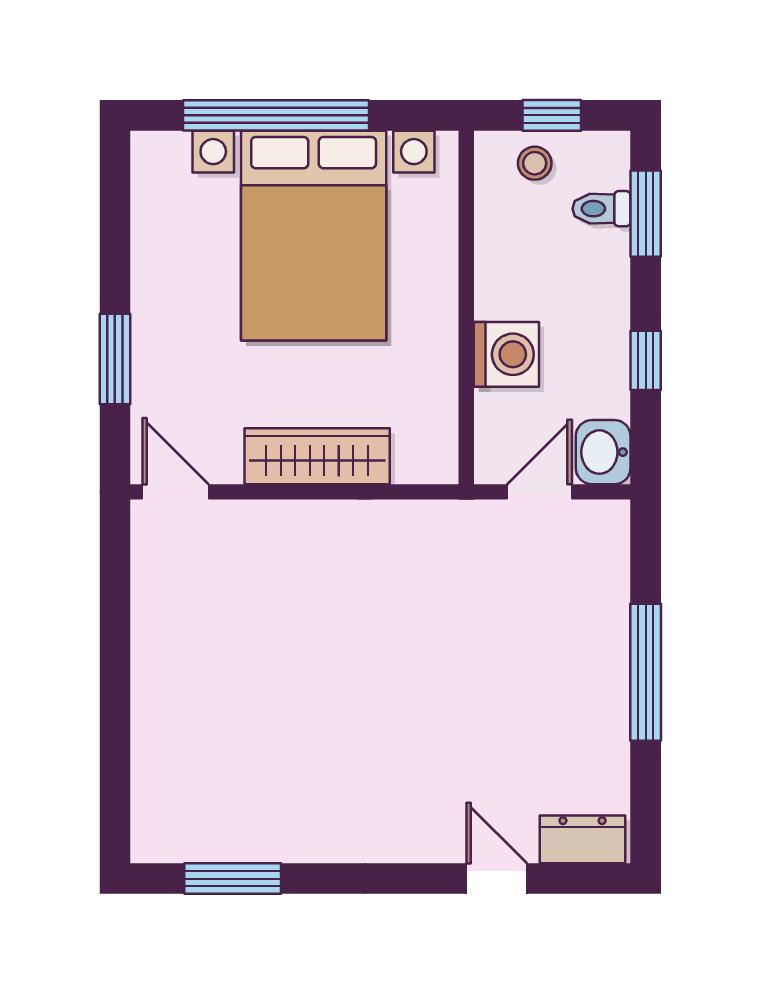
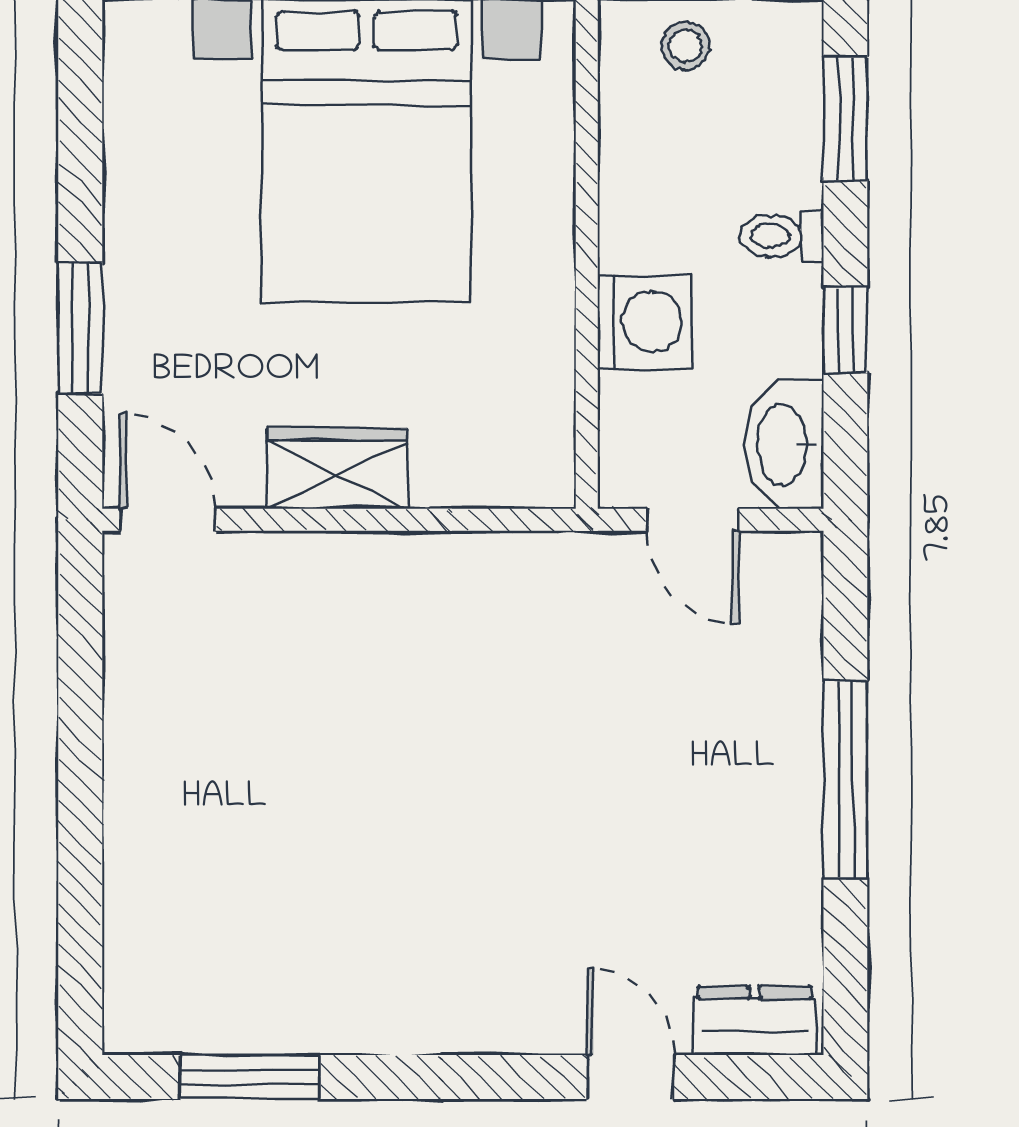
toilet: (601, 209) -> (782, 236), moved
washbasin: (603, 452) -> (784, 444), width x1.38
wardrobe: (317, 456) -> (337, 468), width x0.67
door: (540, 492) -> (692, 520), swing flipped

